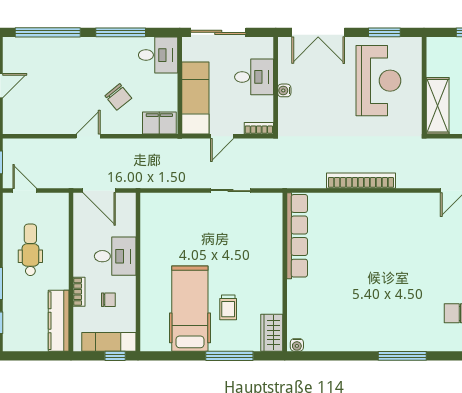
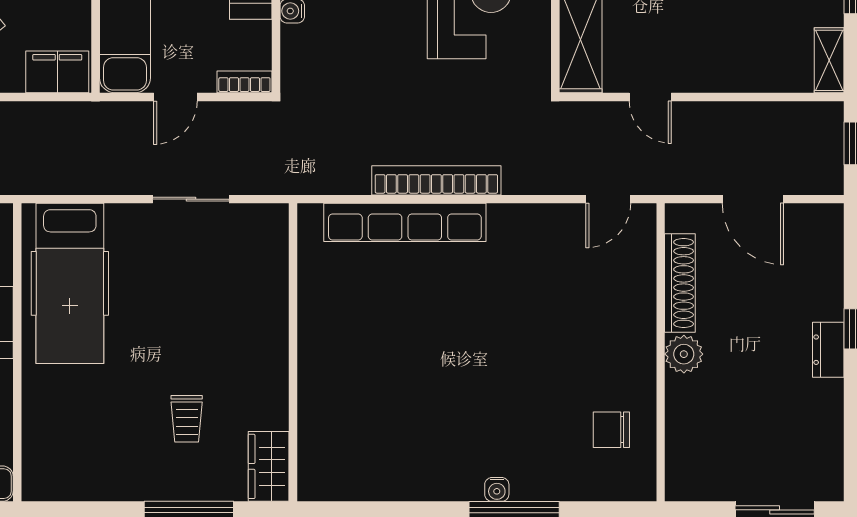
row of seats: (297, 236) -> (405, 222), moved, turned 90
hospital bed: (190, 309) -> (70, 283), moved, turned 180
water cooler: (297, 345) -> (497, 489), moved

